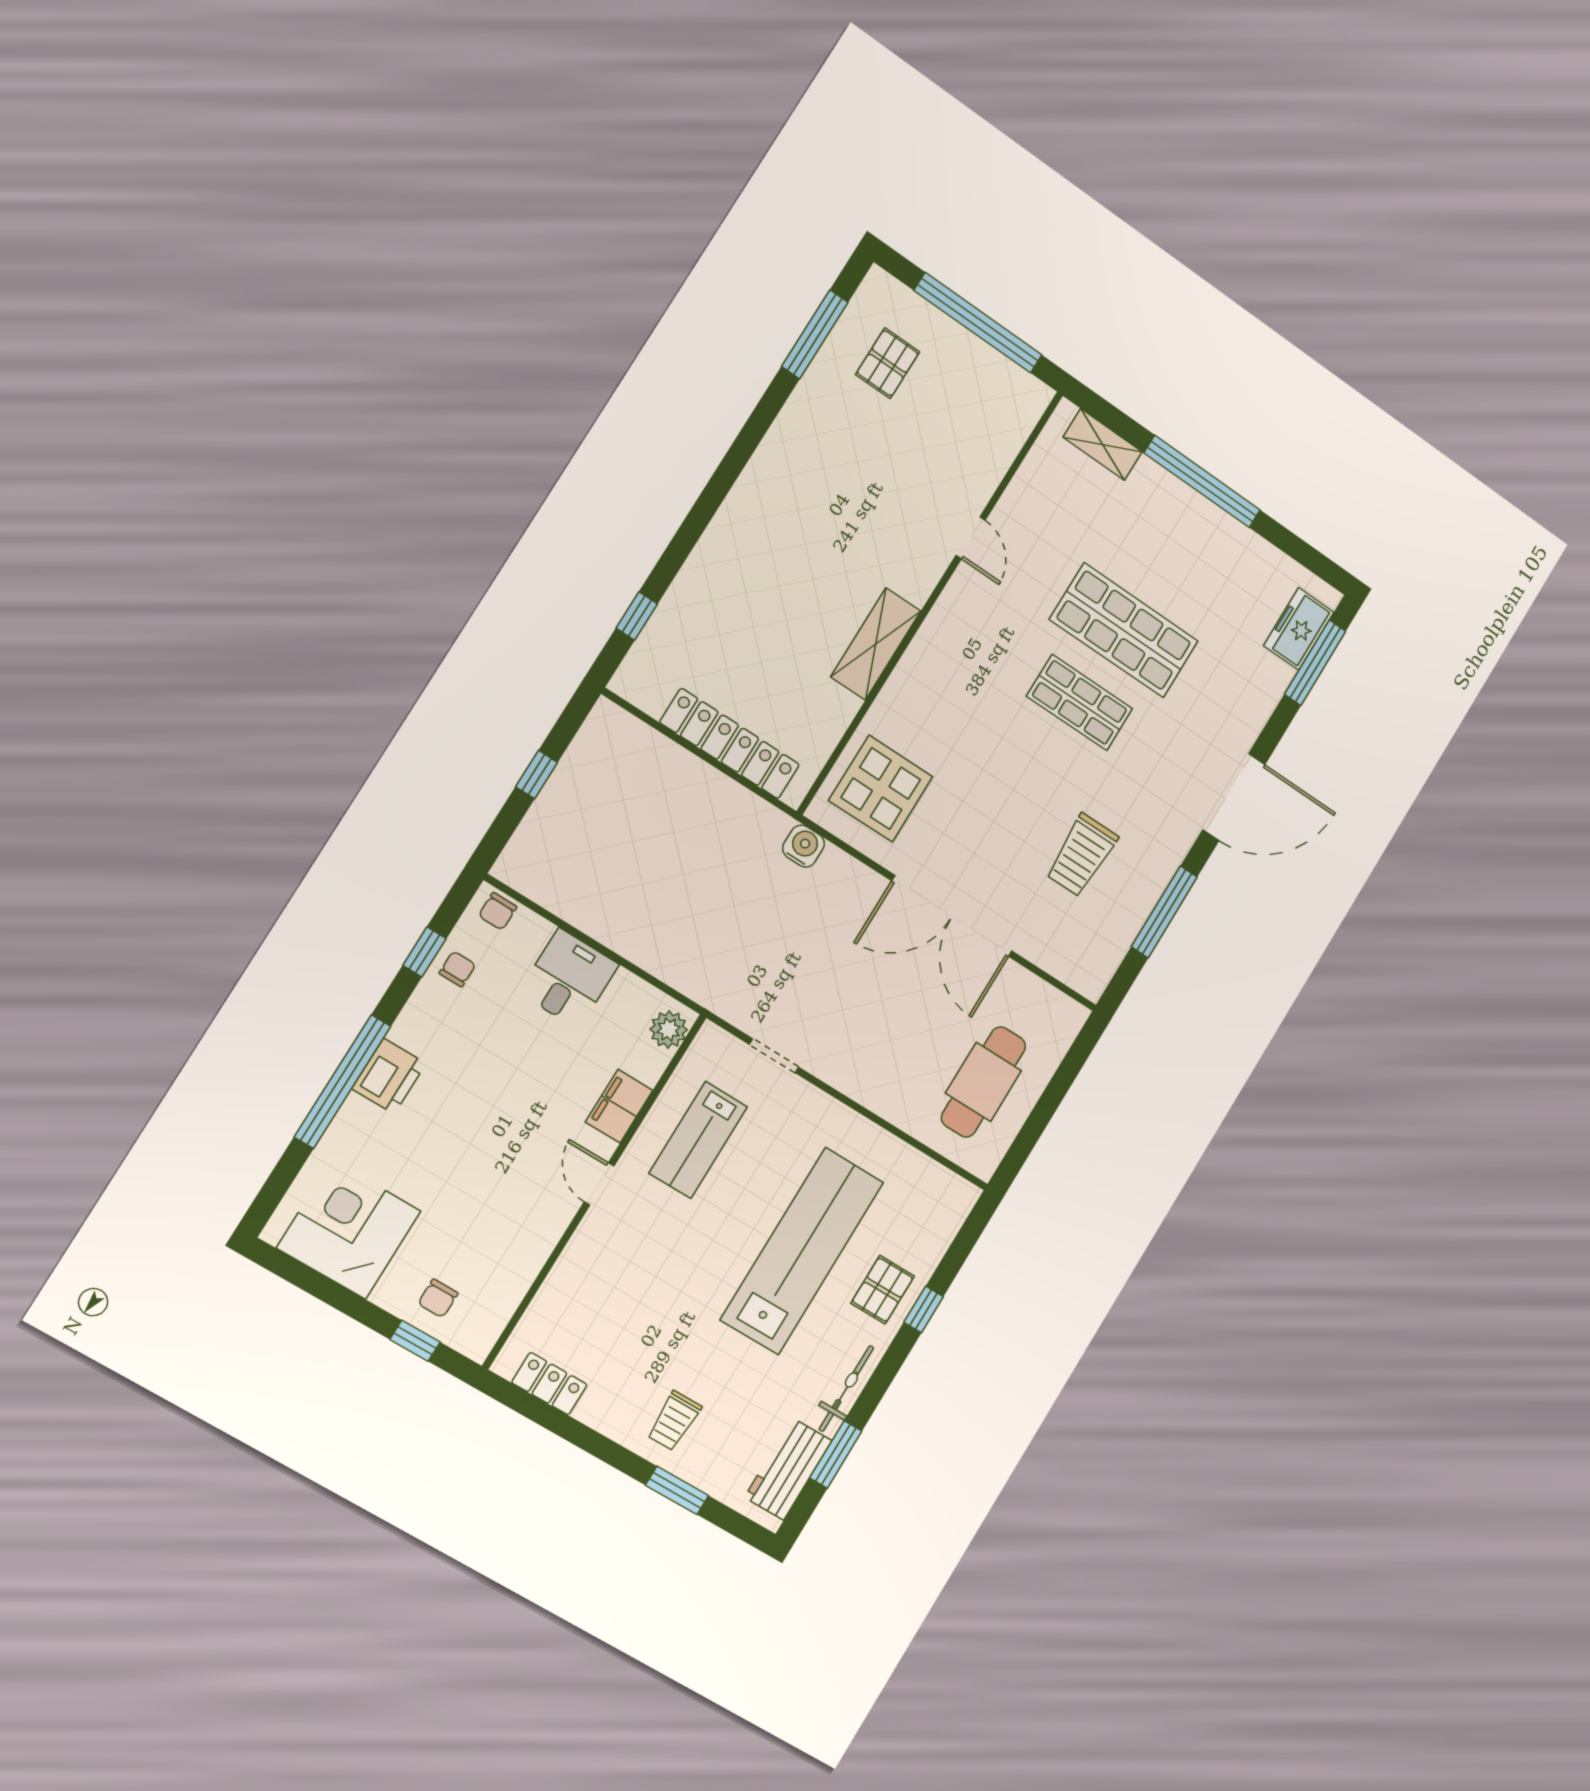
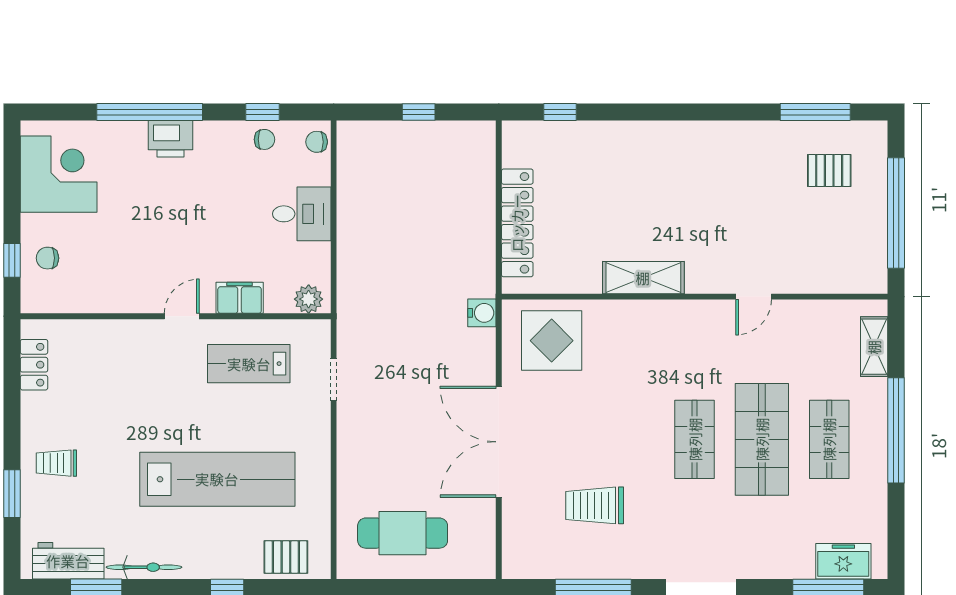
shop shelf: (1168, 559) -> (829, 439), added
pallet: (883, 1290) -> (286, 557), moved

